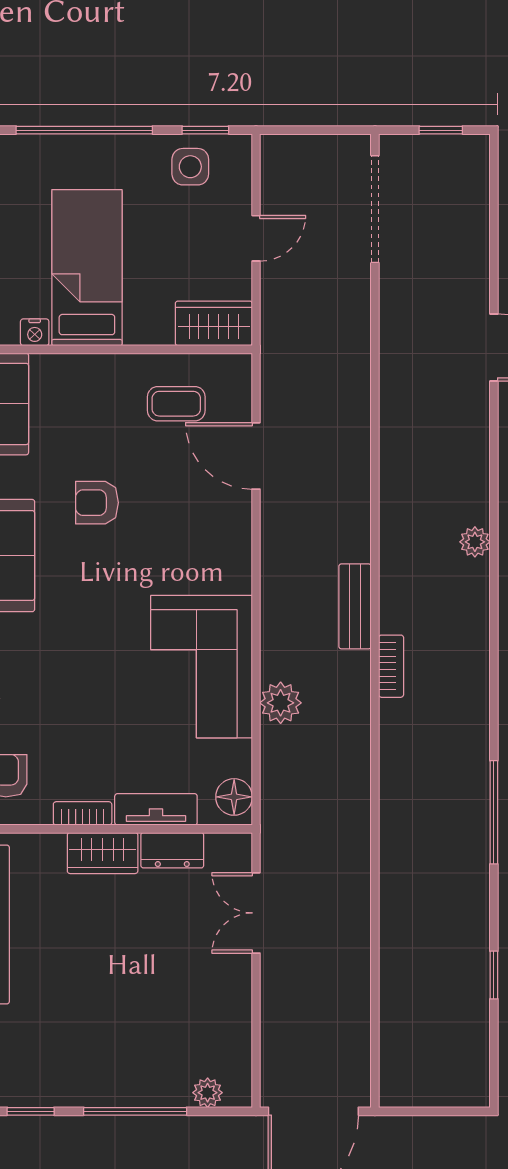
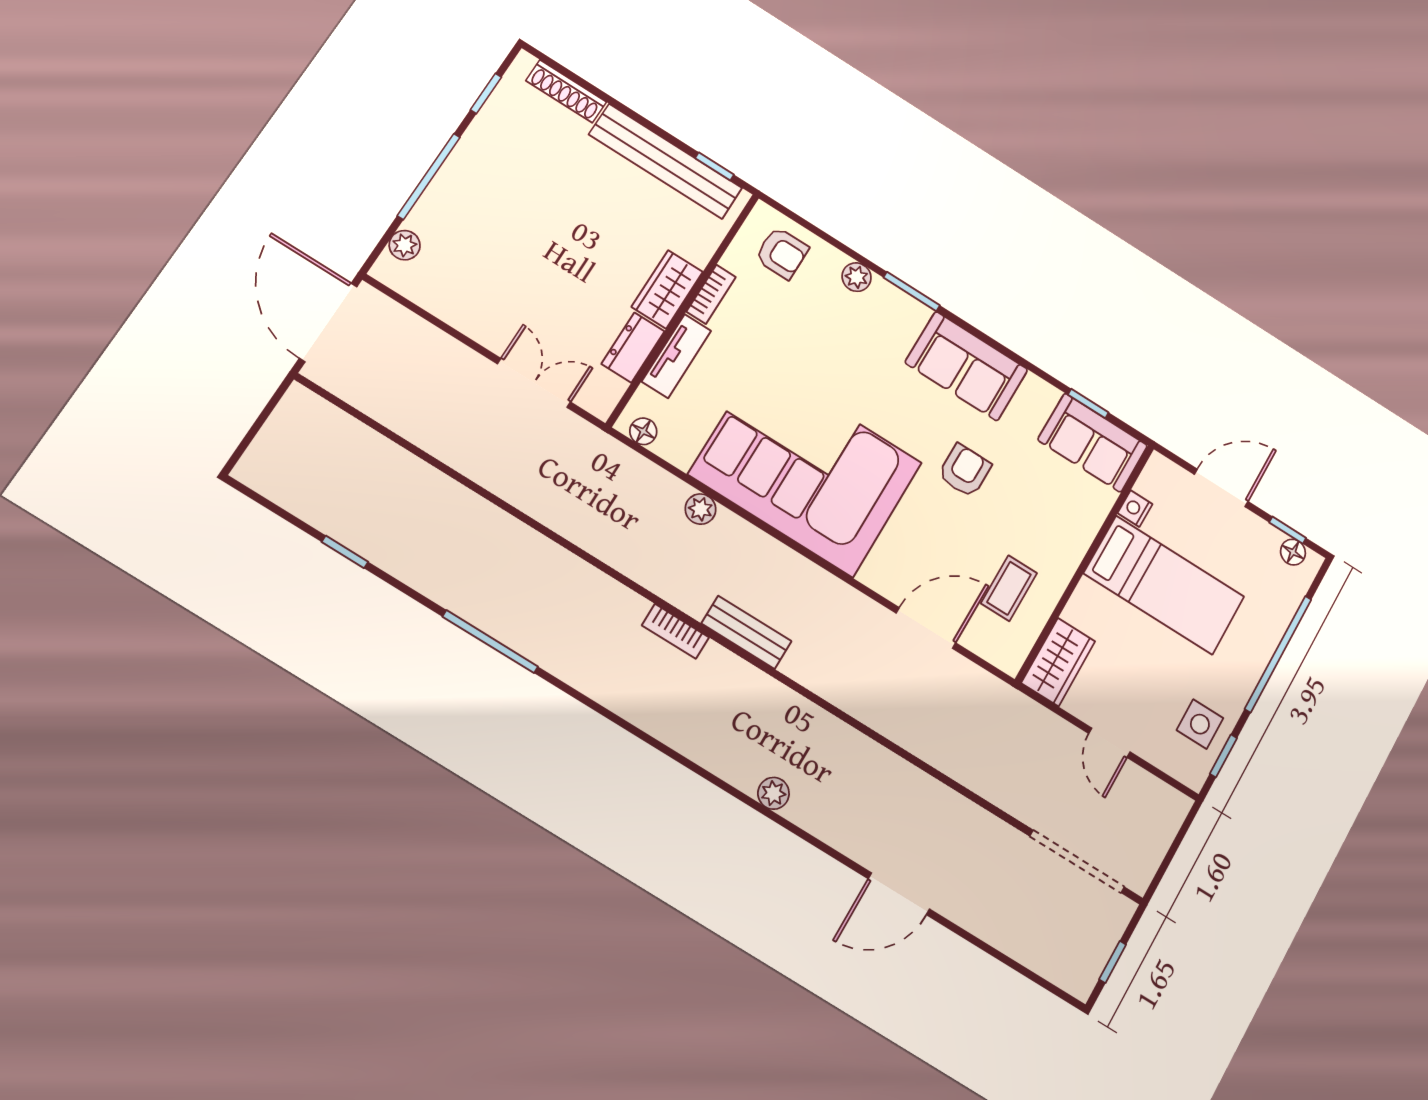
plant: (475, 542) -> (773, 793), moved
corner sofa: (201, 667) -> (806, 469), width x1.36, depth x1.36
plant: (281, 703) -> (700, 509), width x0.73, depth x0.73
floor lamp: (234, 797) -> (643, 431), width x0.73, depth x0.73

